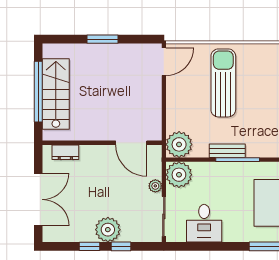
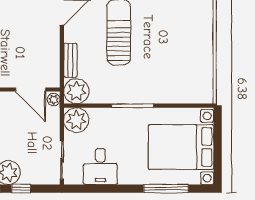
bench: (227, 151) -> (70, 60), moved, turned 90
plant: (155, 186) -> (54, 100), moved

